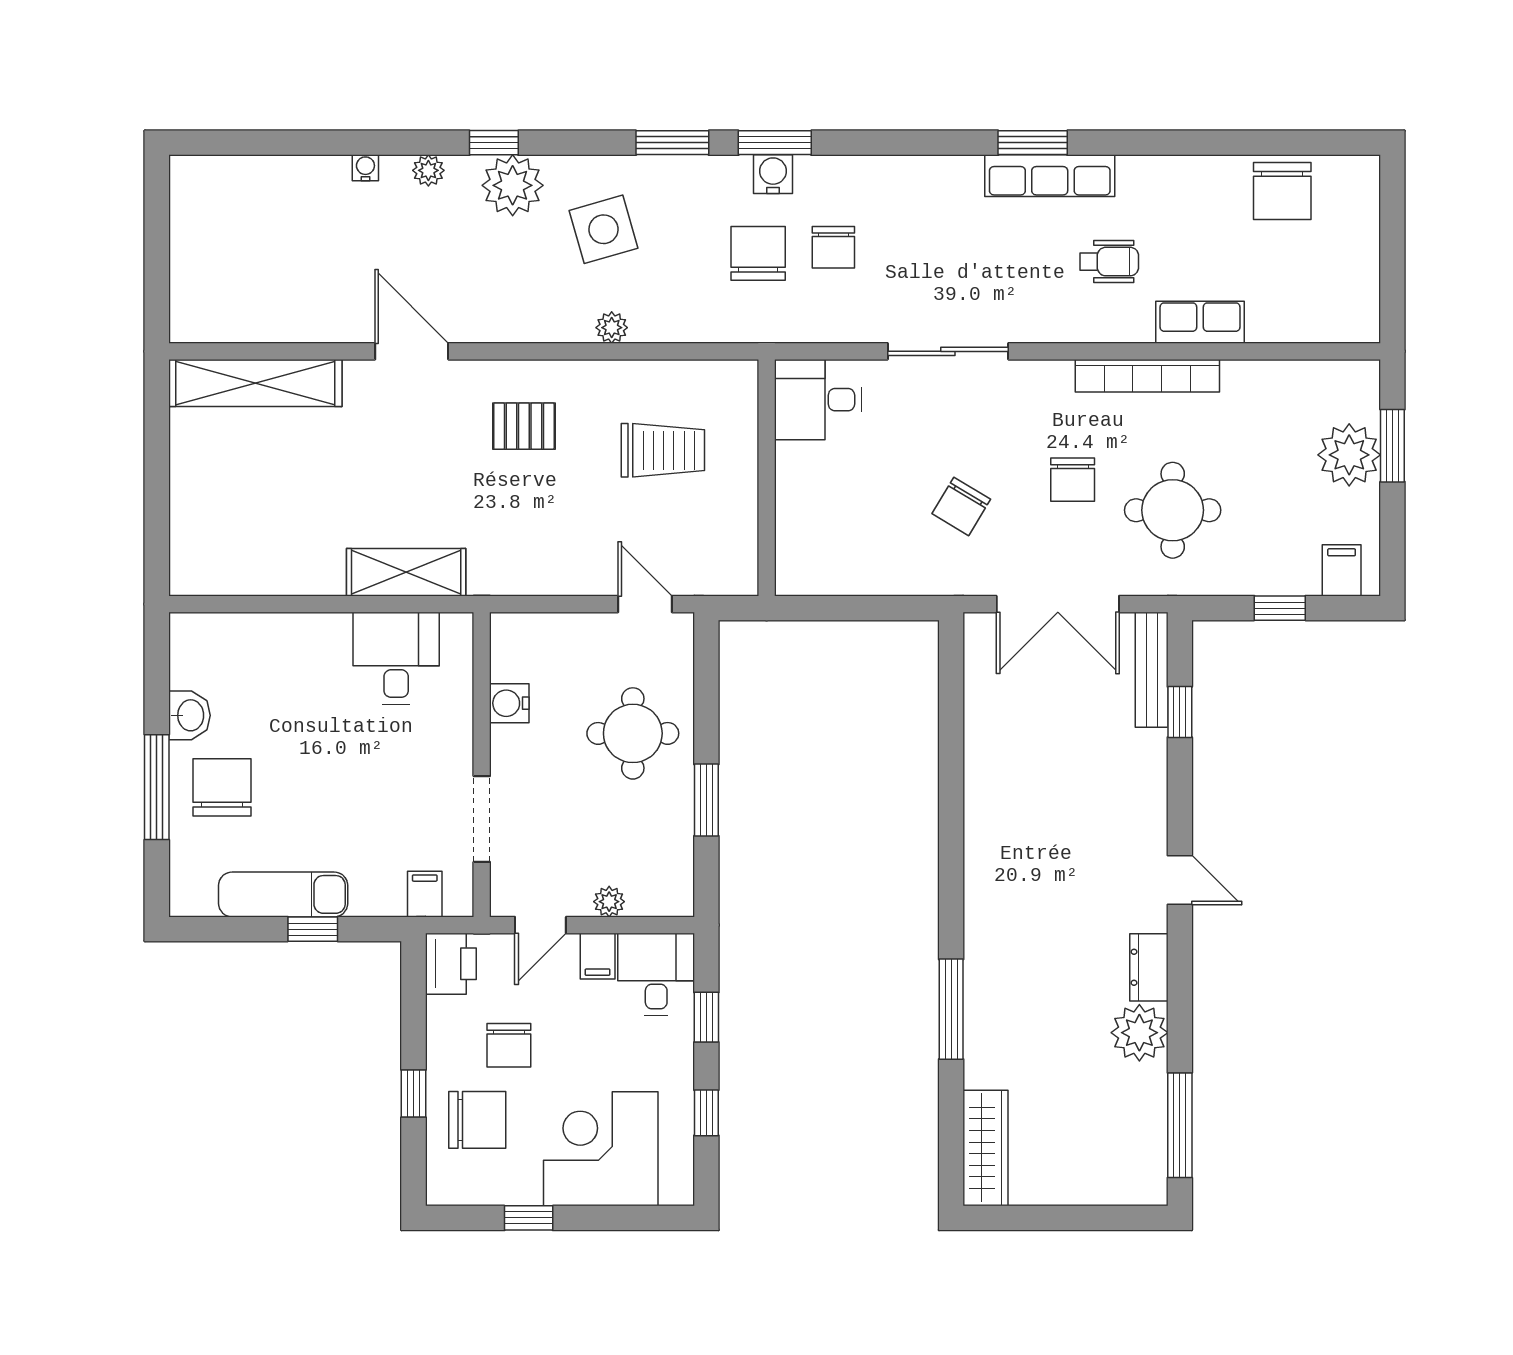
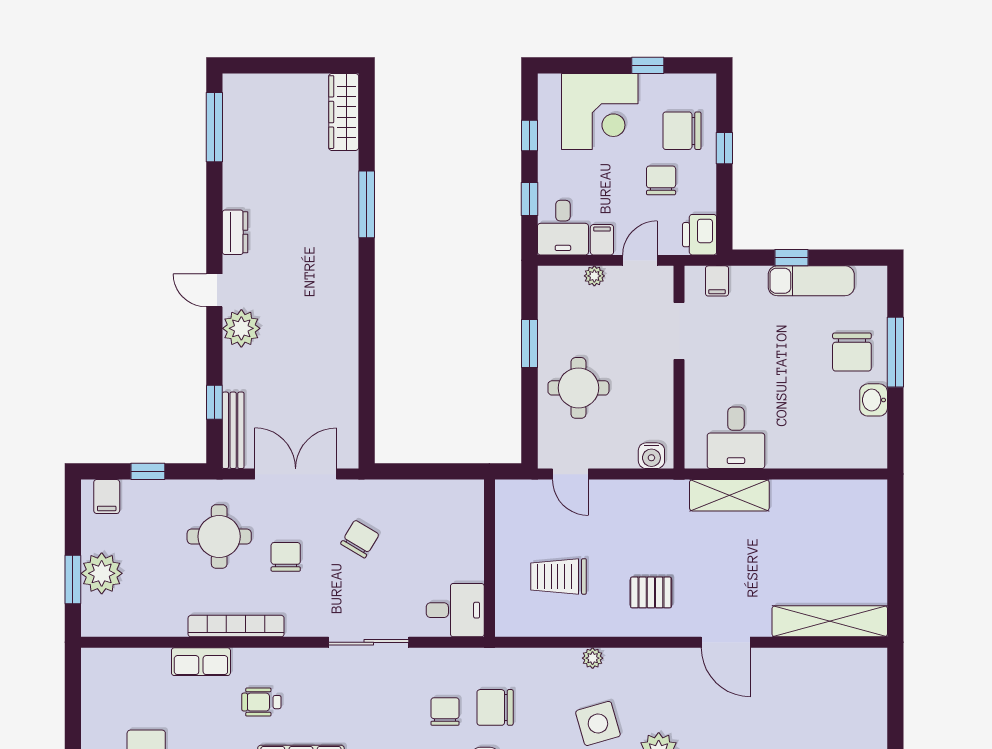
chair: (758, 253) -> (495, 707), turned 90
water cooler: (509, 703) -> (651, 456), moved, turned 90
plant: (1139, 1033) -> (241, 328), moved

